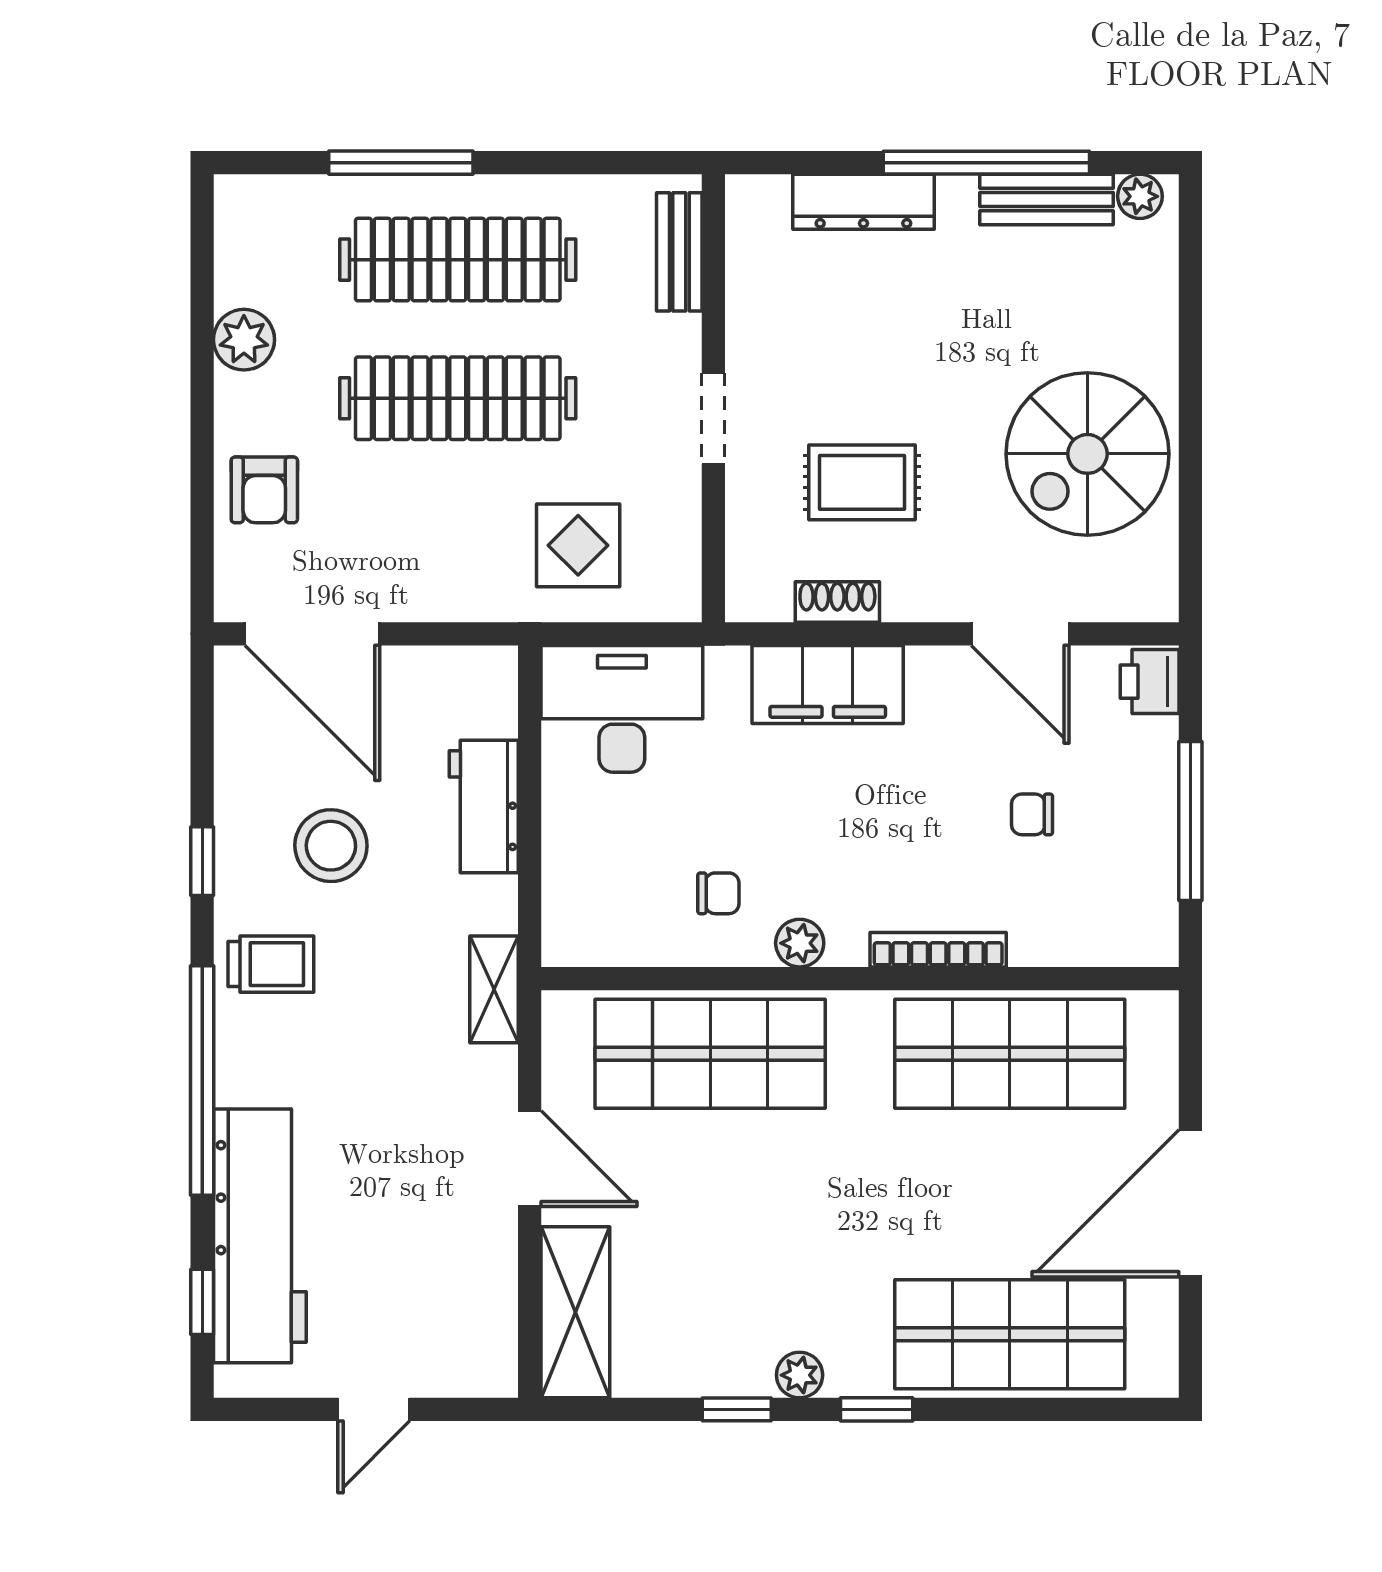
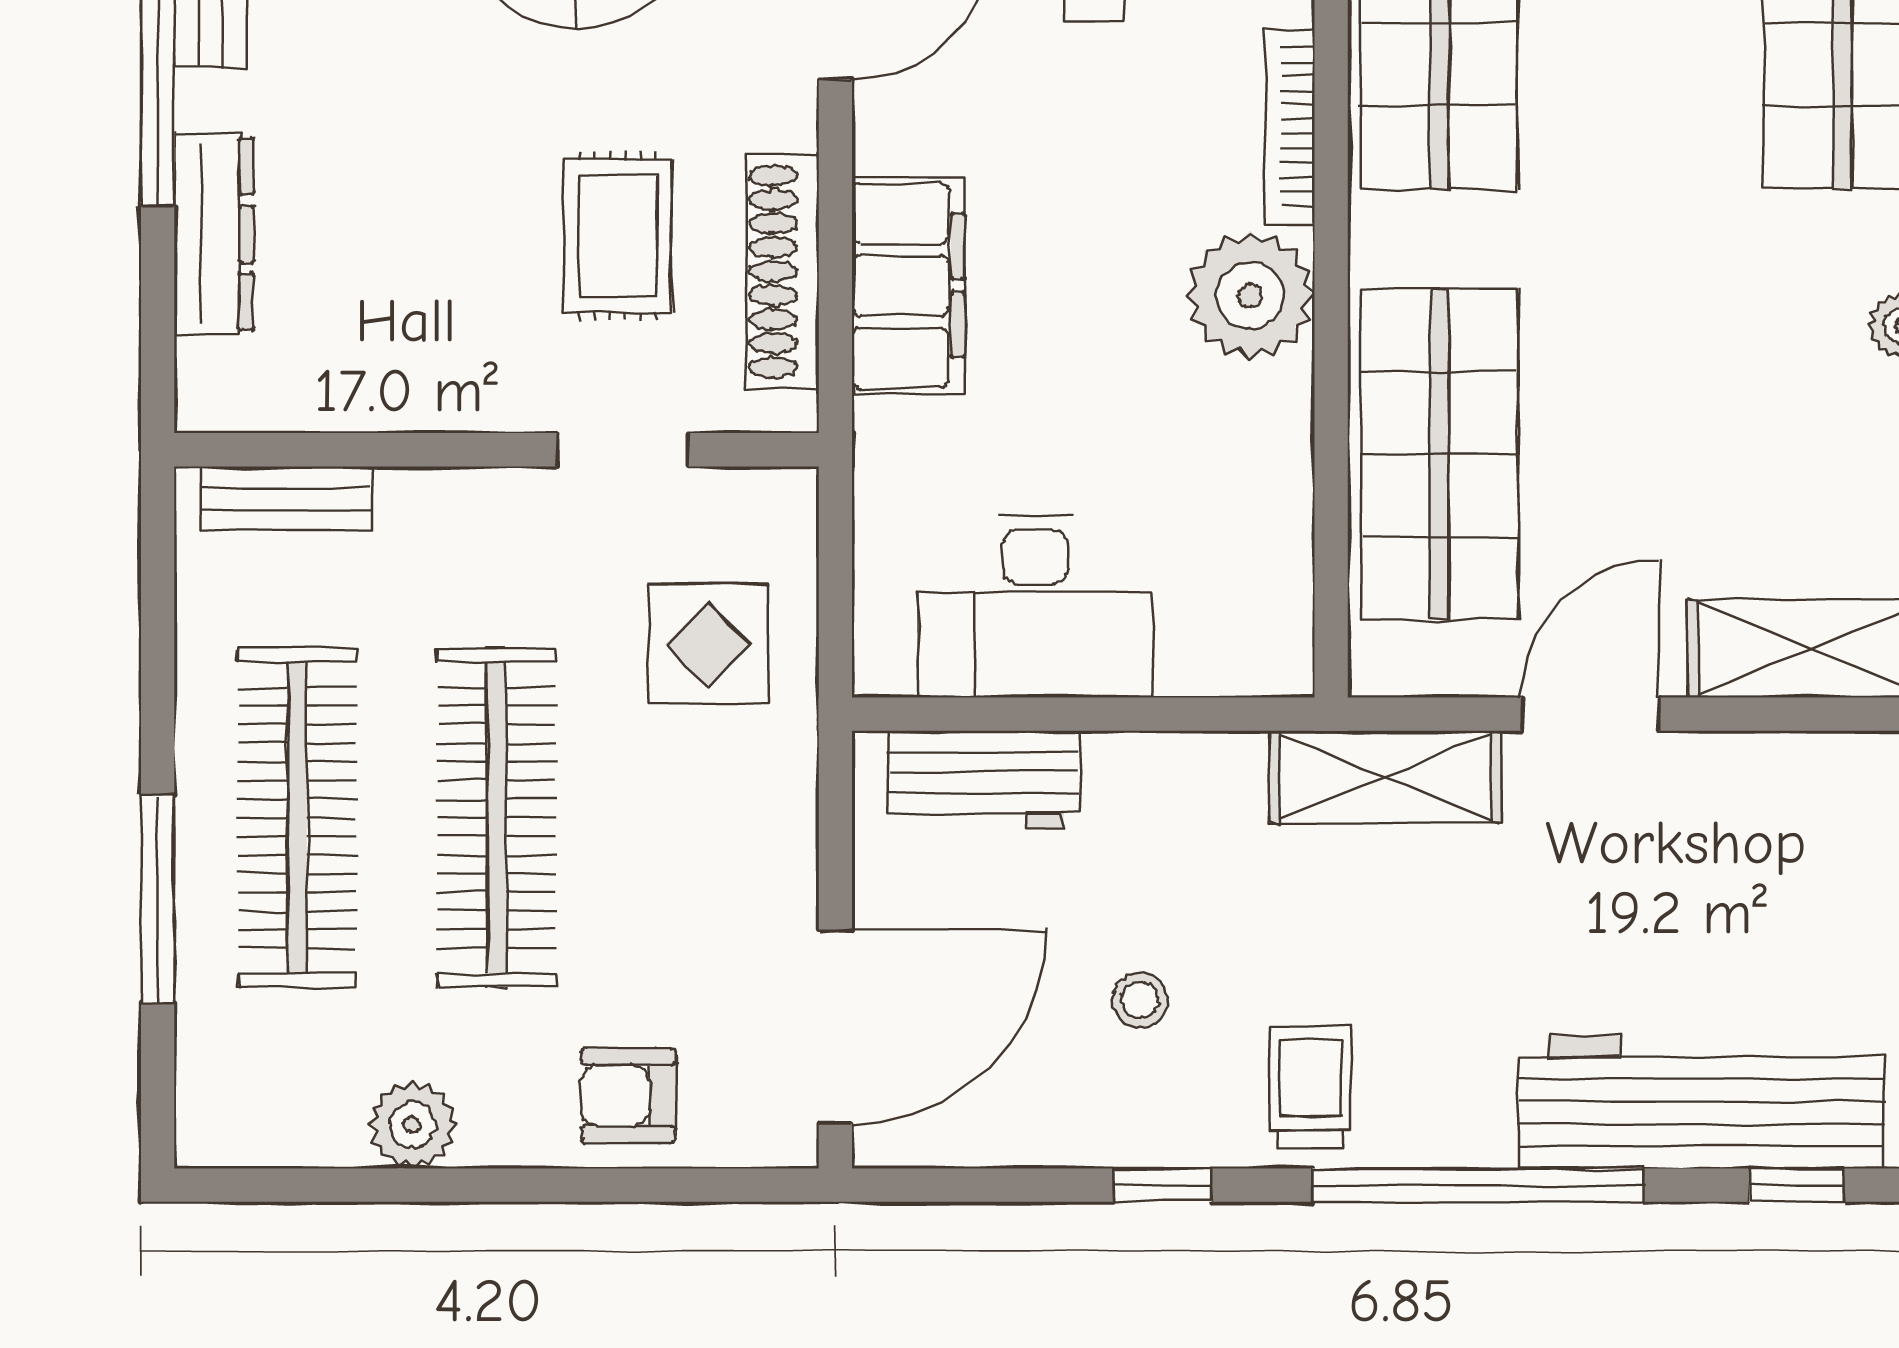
doorway: (713, 418) -> (623, 450), moved
armchair: (264, 490) -> (628, 1096), turned 180
shoe rack: (837, 602) -> (783, 271), width x1.94, depth x1.24
desk: (622, 709) -> (1035, 606), moved, turned -90
workbench: (484, 806) -> (983, 780), moved
stool: (331, 846) -> (1140, 1000), width x0.53, depth x0.53
chair: (718, 893) -> (1209, 443), removed
plant: (800, 943) -> (1250, 295), width x1.88, depth x1.88
shelving: (494, 989) -> (1385, 777), width x1.50, depth x1.33

